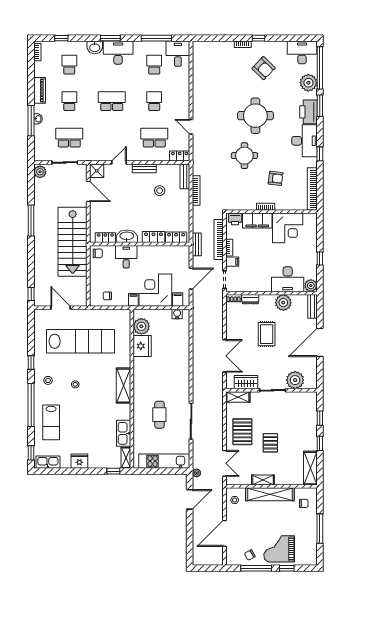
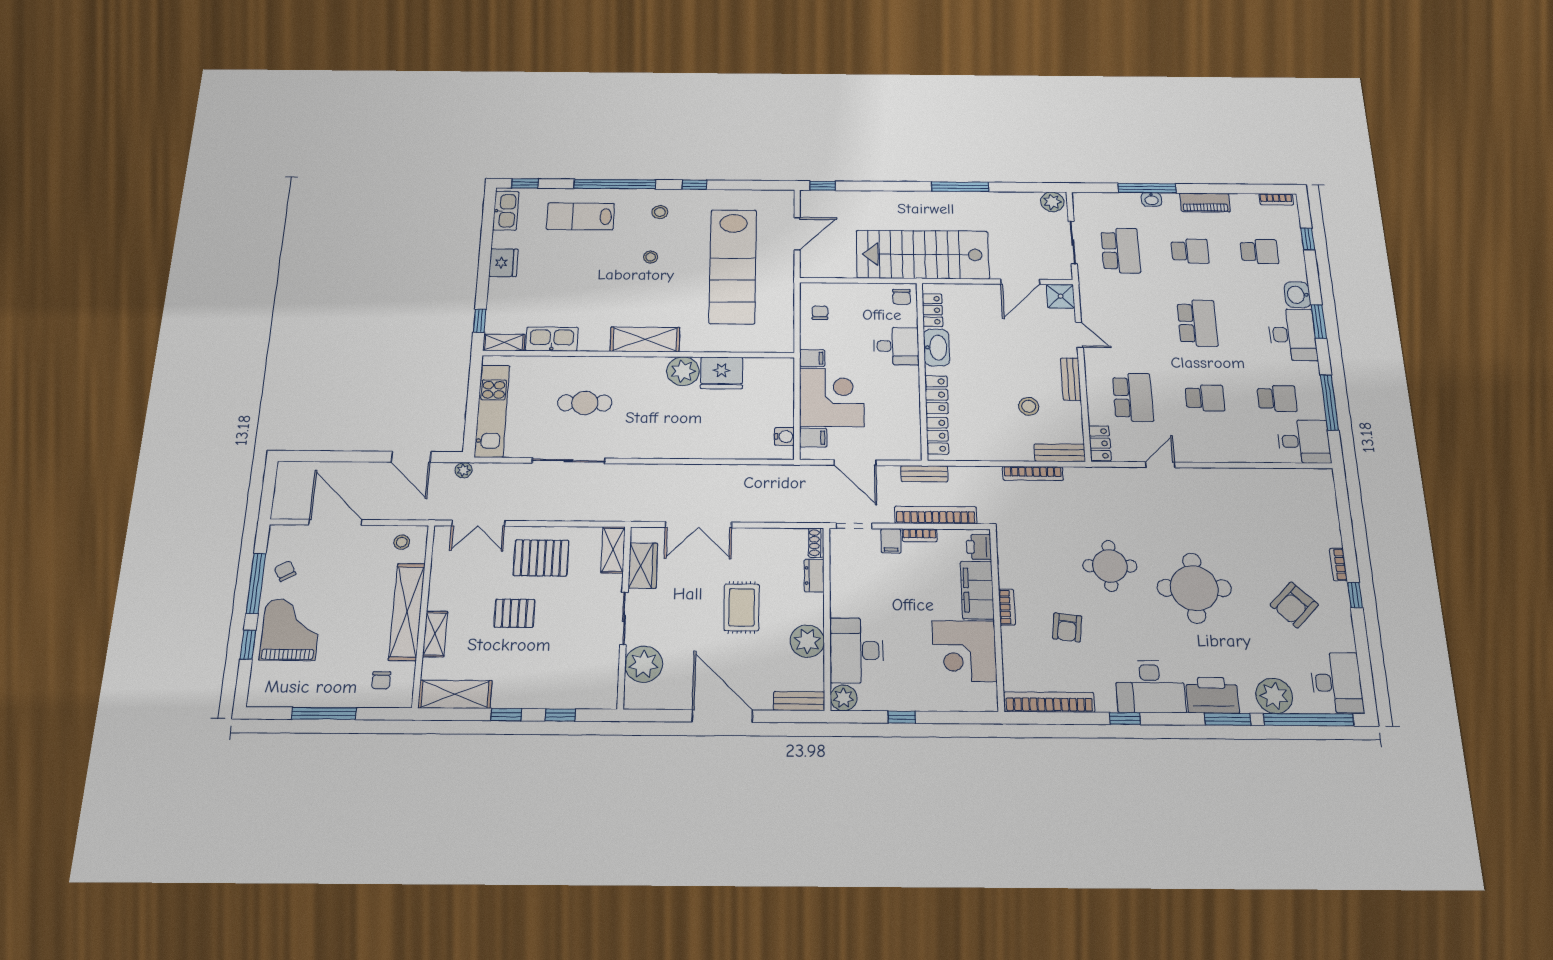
plant: (141, 326) -> (683, 371), moved
rug: (267, 334) -> (742, 607), turned 90
shelving: (263, 480) -> (435, 634), moved

